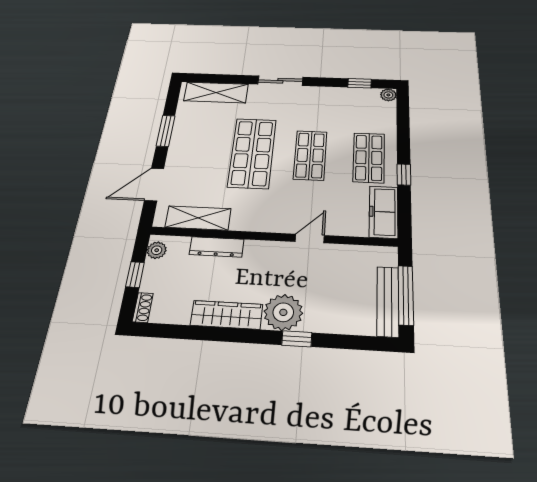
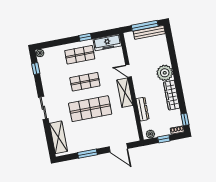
shelving: (198, 218) -> (125, 93), moved
window: (297, 339) -> (185, 119), moved

